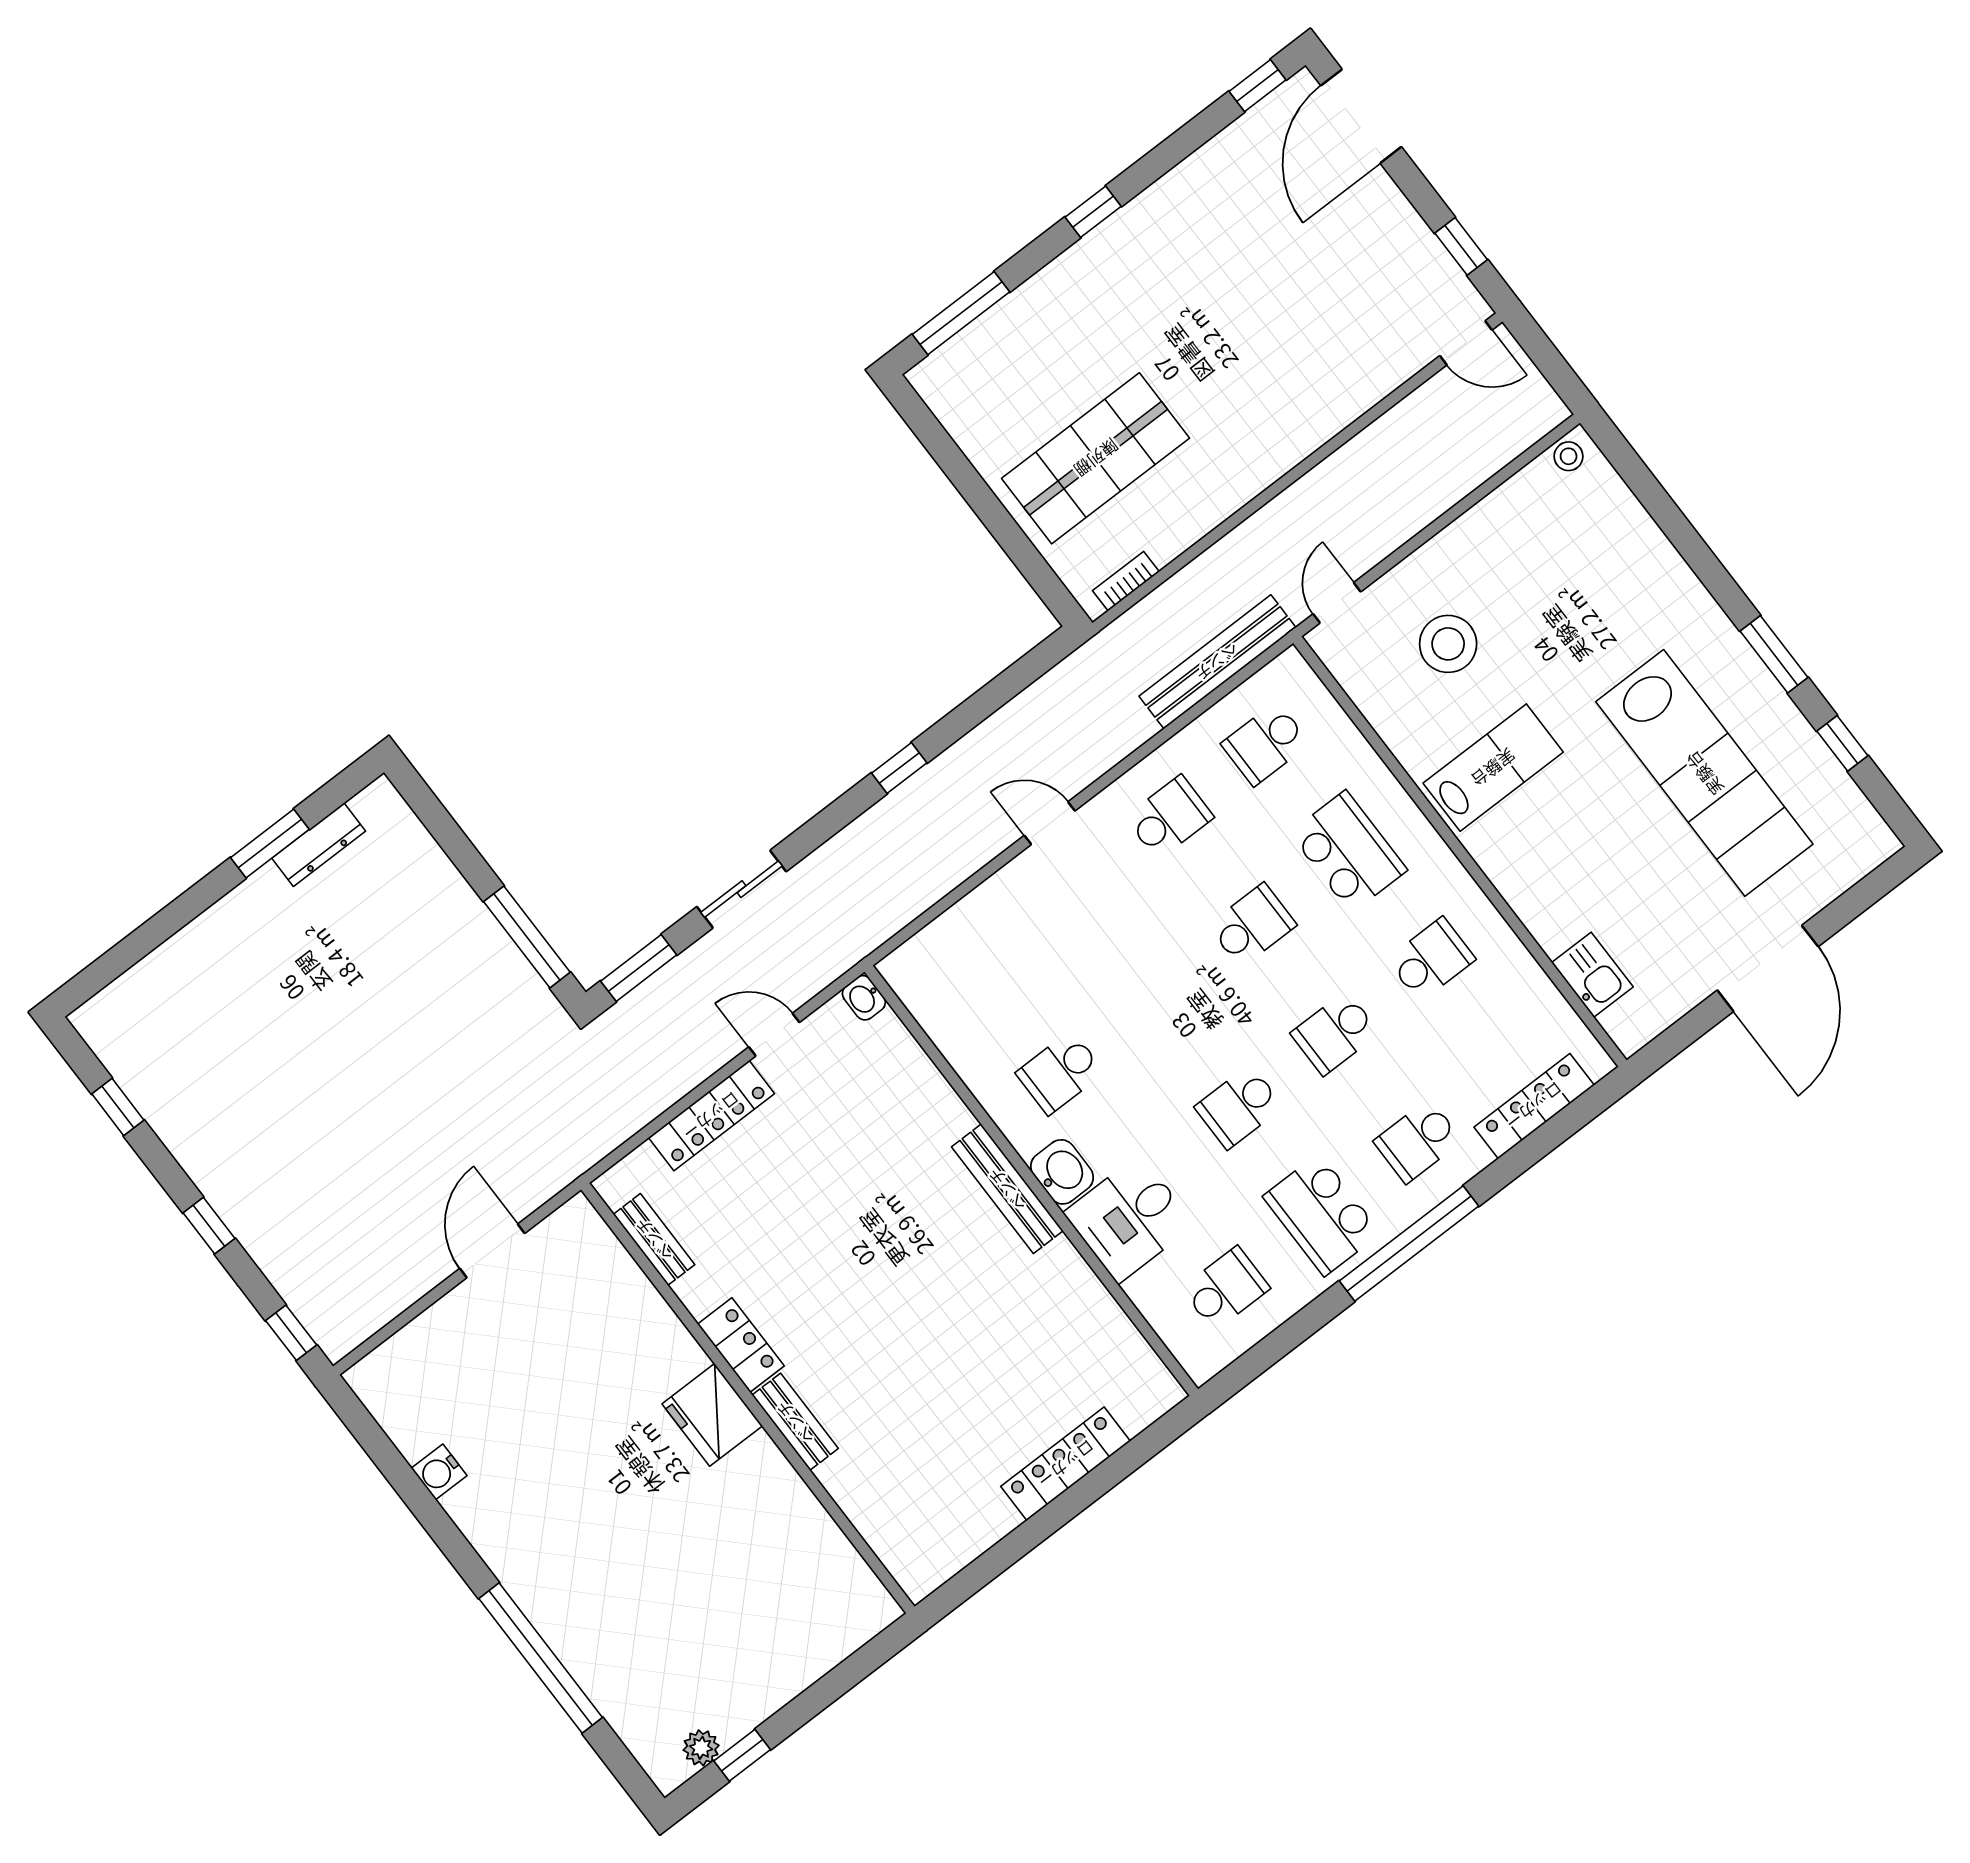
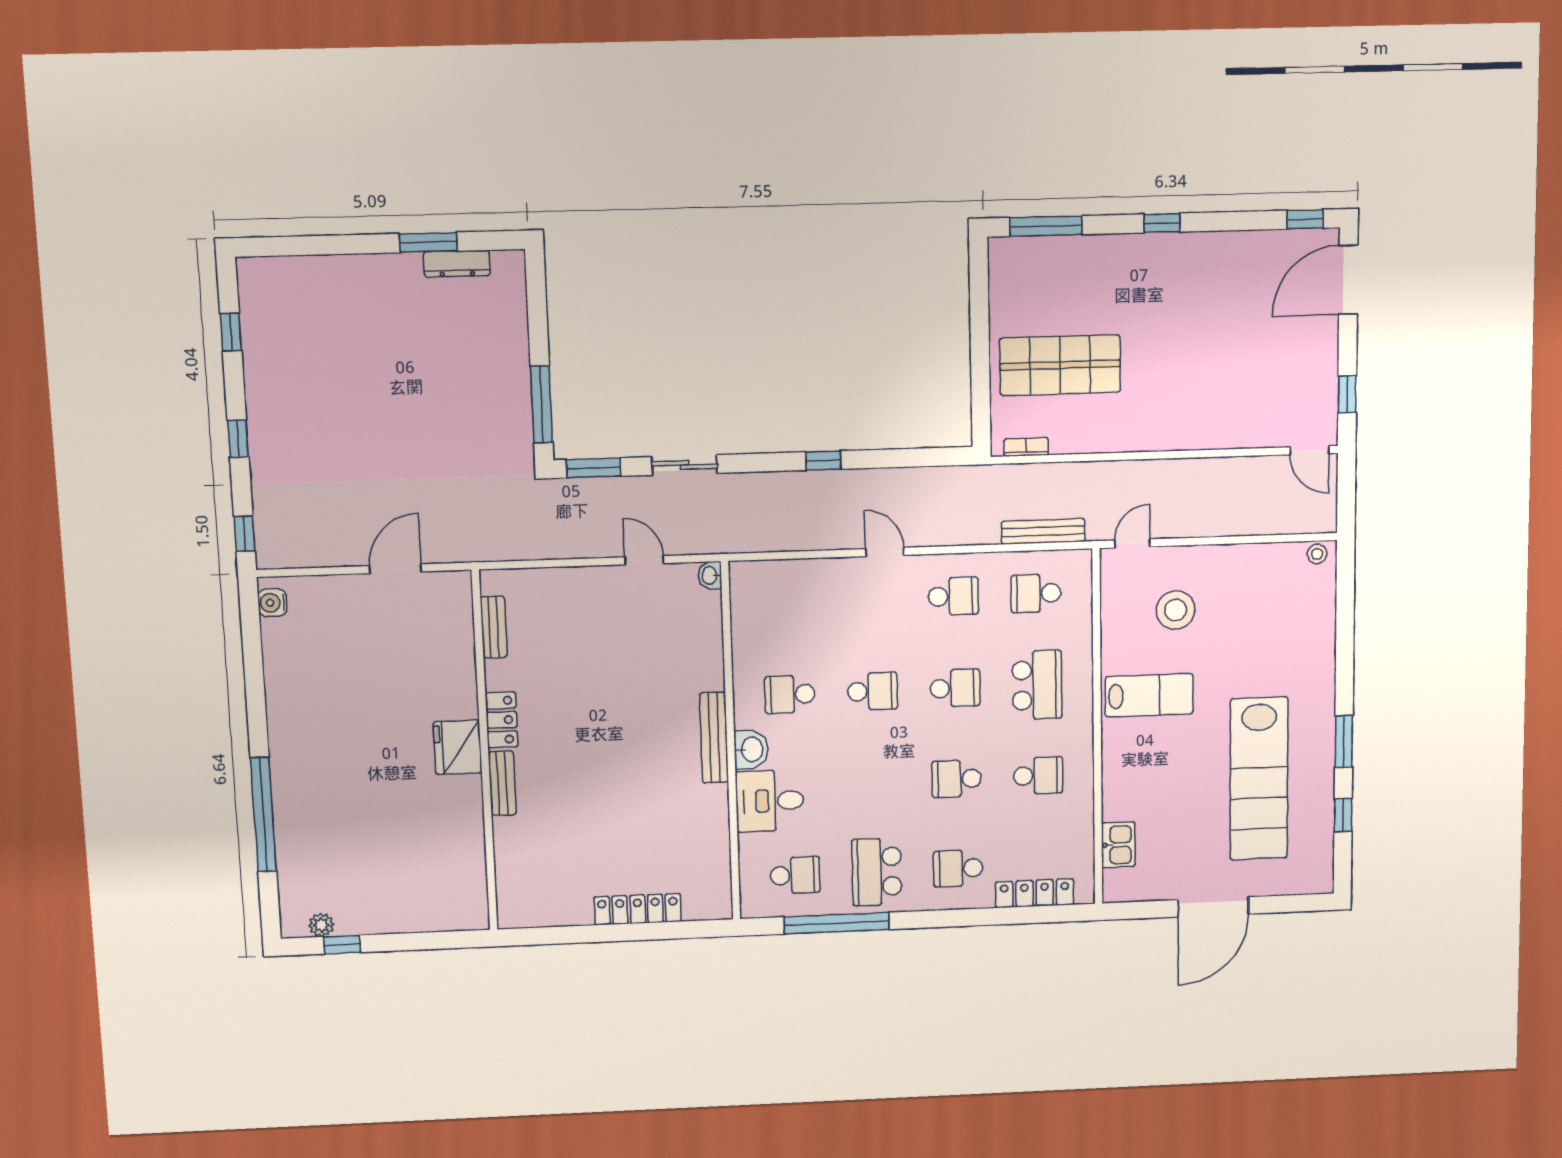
bench: (1217, 662) -> (1043, 531), width x0.73, depth x0.82
school desk: (1239, 1107) -> (873, 691), moved, turned 180
locker: (711, 1116) -> (576, 581), removed
window: (1409, 1244) -> (836, 923), moved
water cooler: (439, 1472) -> (272, 603), moved

